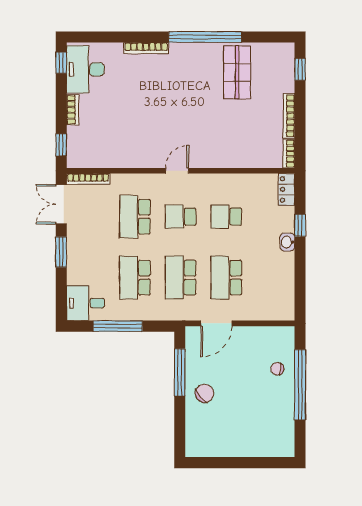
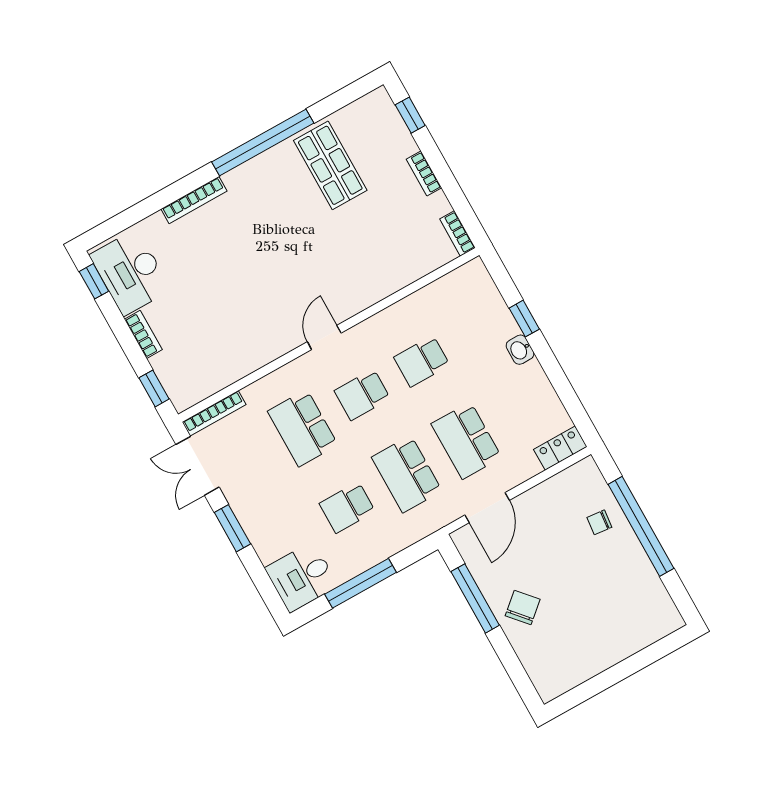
bookcase: (289, 116) -> (424, 173), width x0.64
locker: (287, 189) -> (560, 448), moved, turned 90
school desk: (135, 278) -> (347, 507), width x0.54

